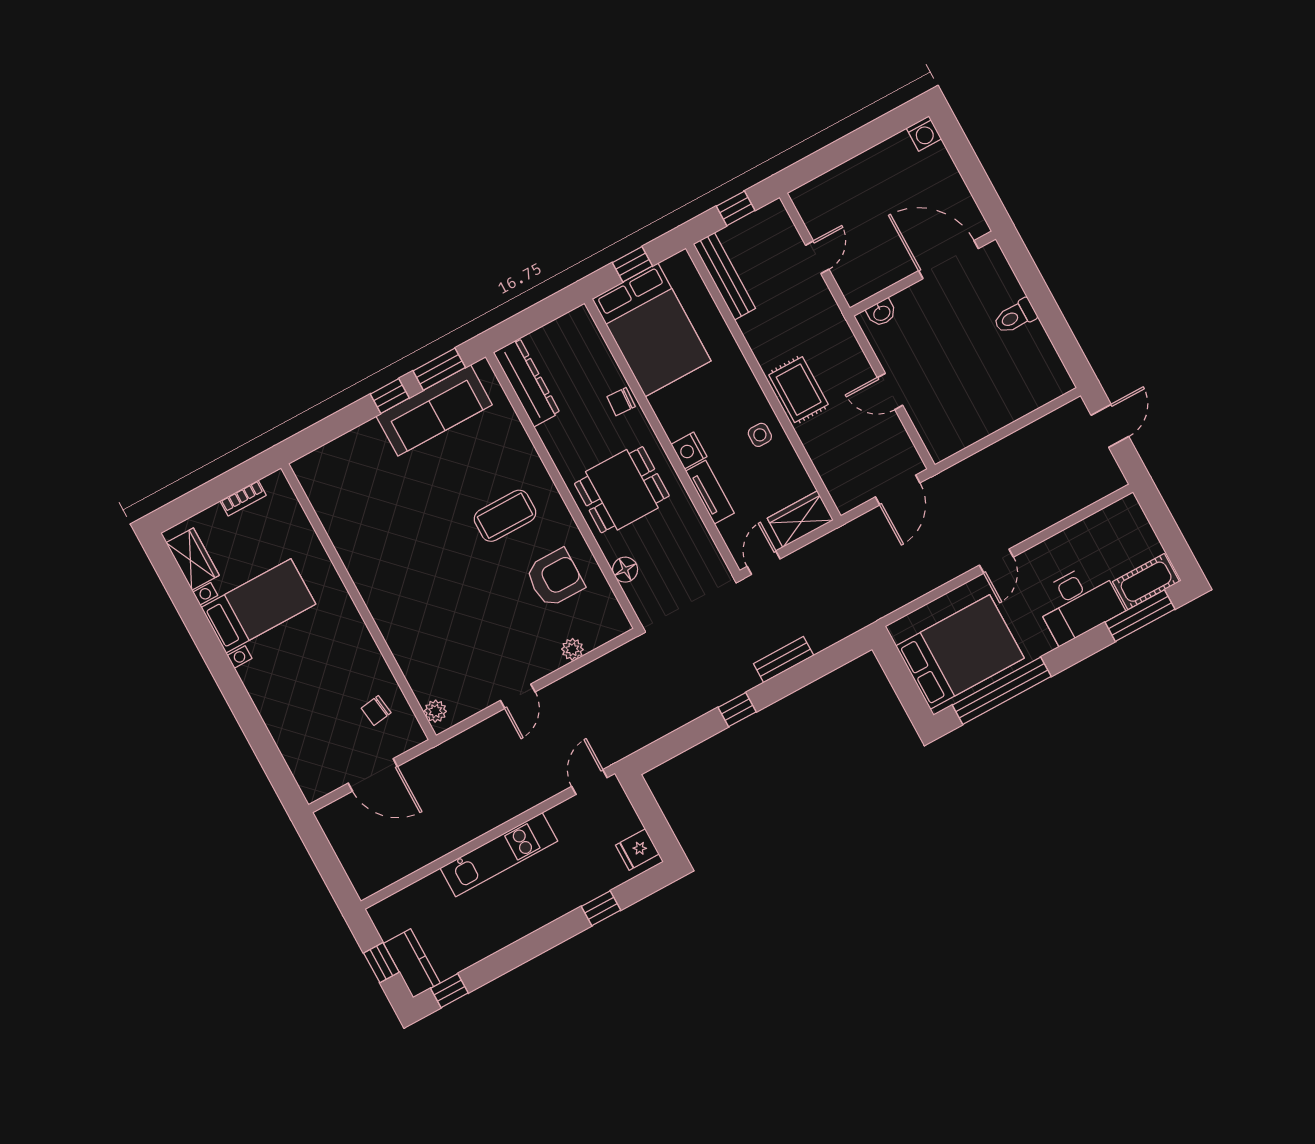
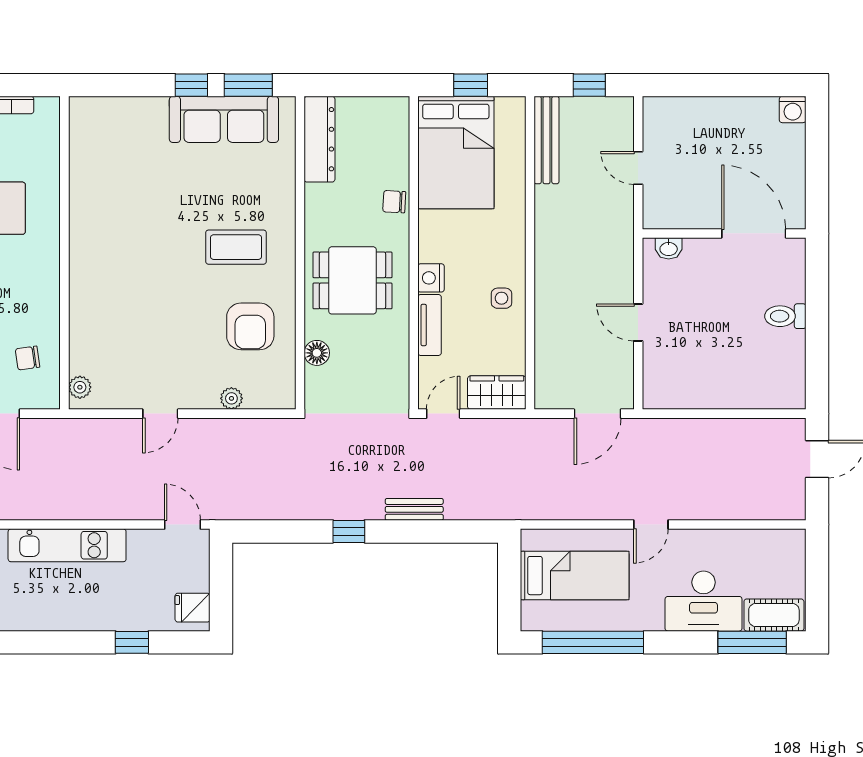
door: (817, 257) -> (638, 168), swing flipped
rug: (799, 390) -> (558, 277), removed
armchair: (555, 578) -> (250, 326), turned 90
bed: (960, 652) -> (575, 576), width x0.67
door: (589, 782) -> (183, 525), hinge flipped

